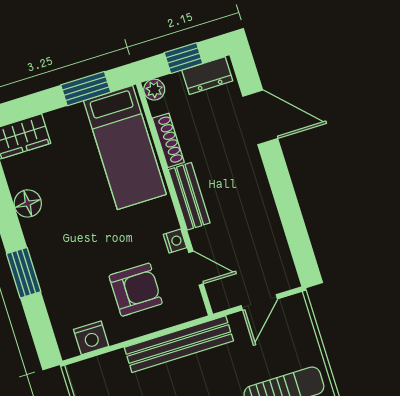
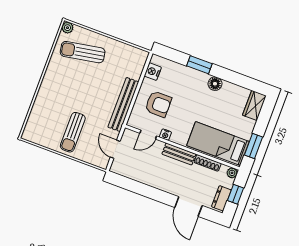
door: (260, 117) -> (188, 206), hinge flipped
floor lamp: (28, 203) -> (215, 84), moved
armchair: (136, 290) -> (158, 104), turned -90

